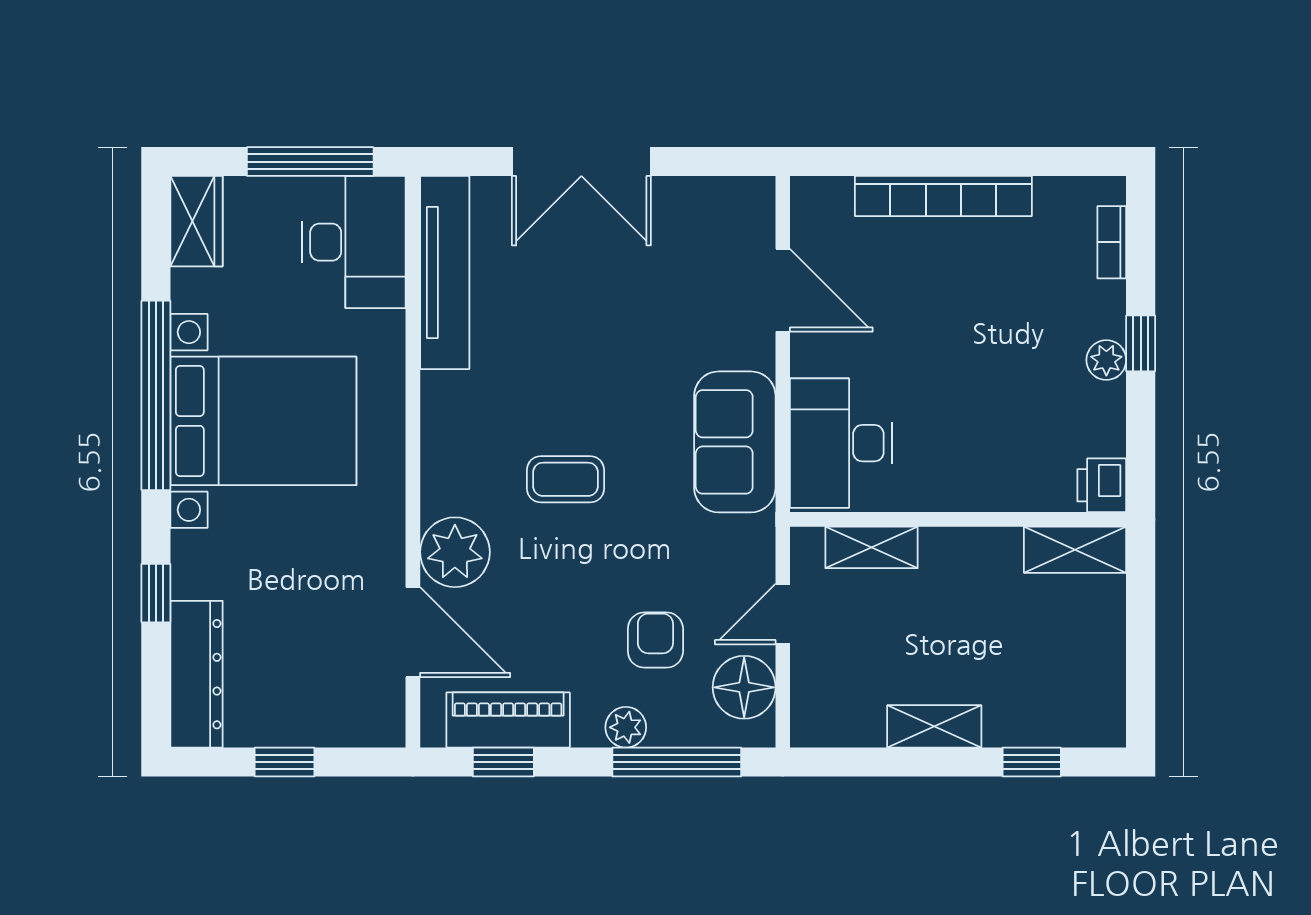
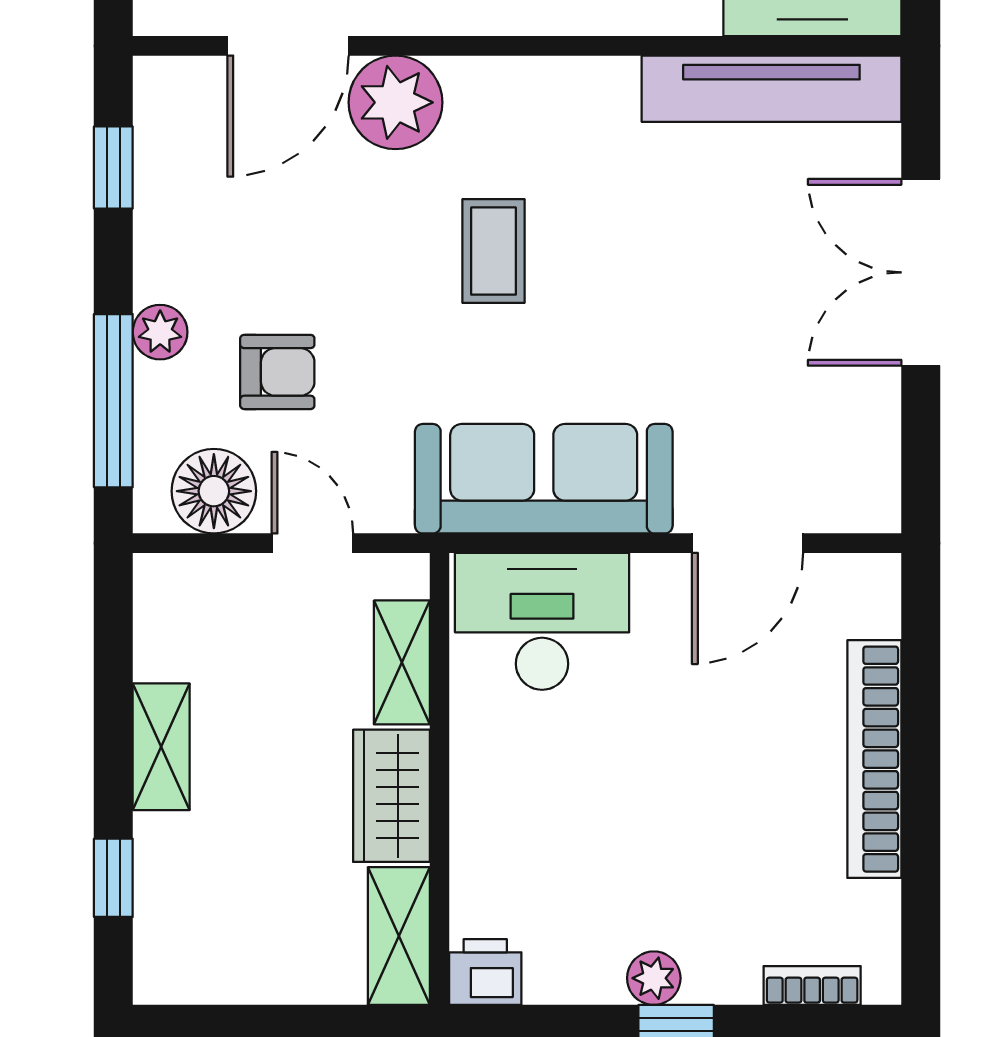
sofa: (735, 442) -> (544, 479), width x1.36
wardrobe: (971, 555) -> (391, 796), added
piano: (508, 720) -> (170, 174), removed

